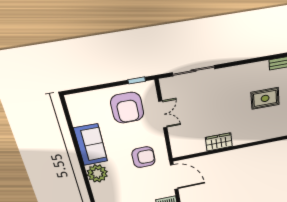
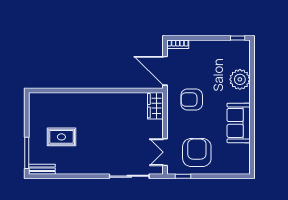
double door: (163, 114) -> (165, 152), moved
wardrobe: (219, 142) -> (155, 106), moved, turned 90
plant: (97, 173) -> (240, 79), moved

